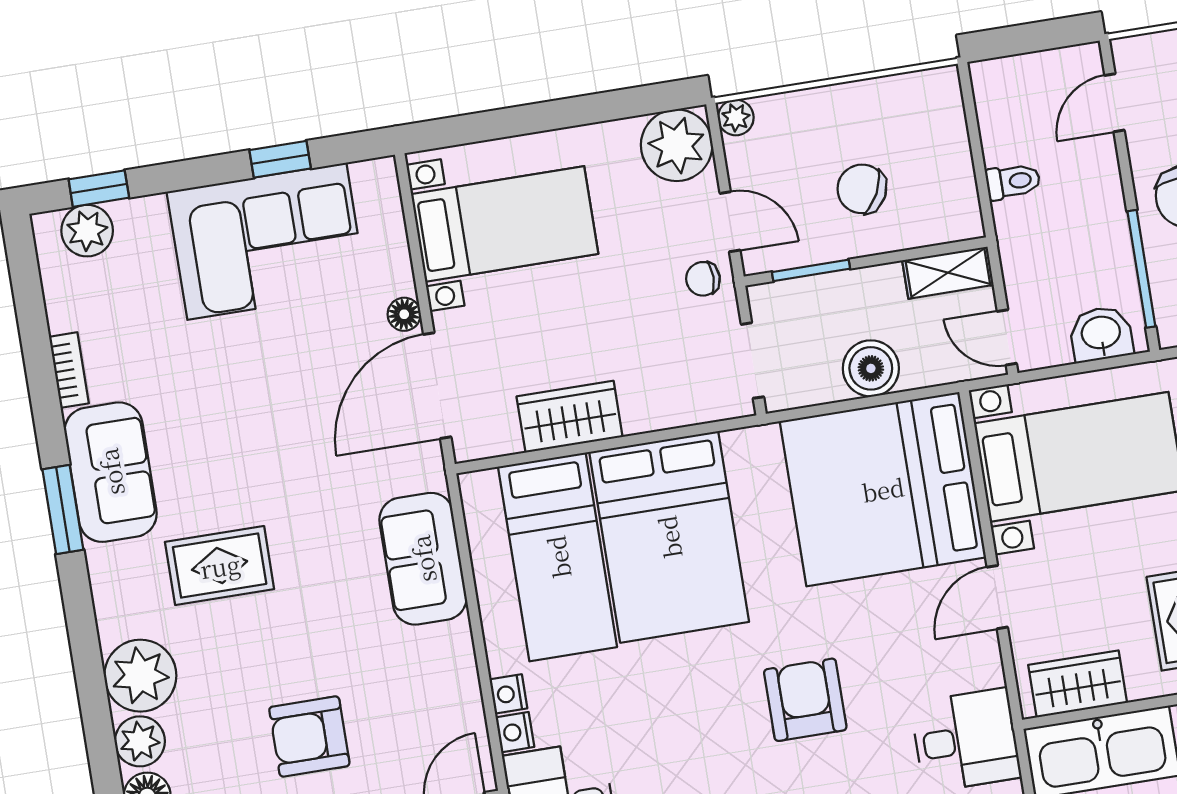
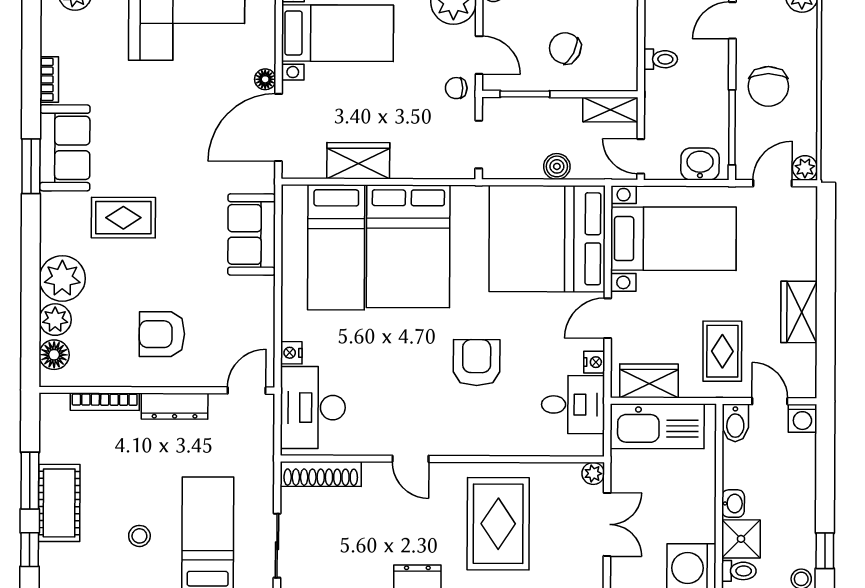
boiler: (871, 368) -> (557, 166), width x0.73, depth x0.73
nightstand: (508, 694) -> (594, 362), moved, turned 180

